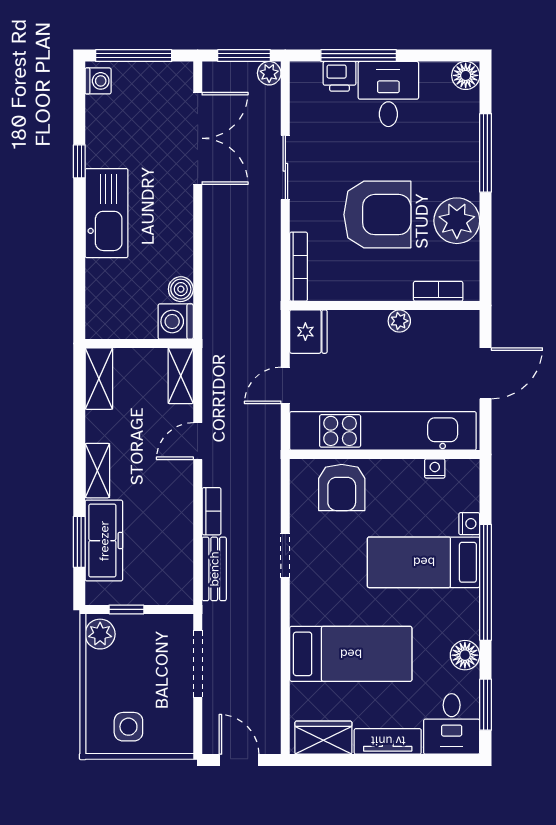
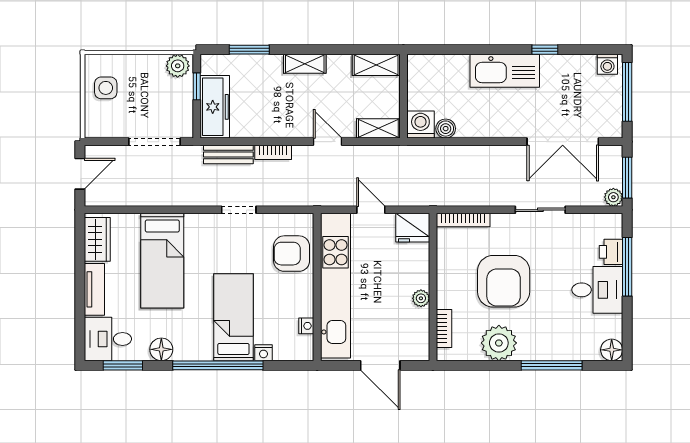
freezer: (104, 541) -> (215, 107), moved, turned -90

